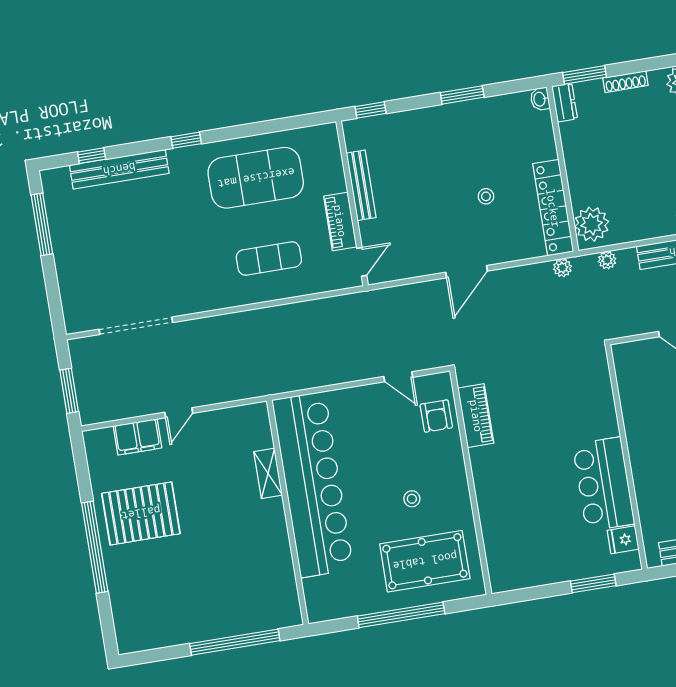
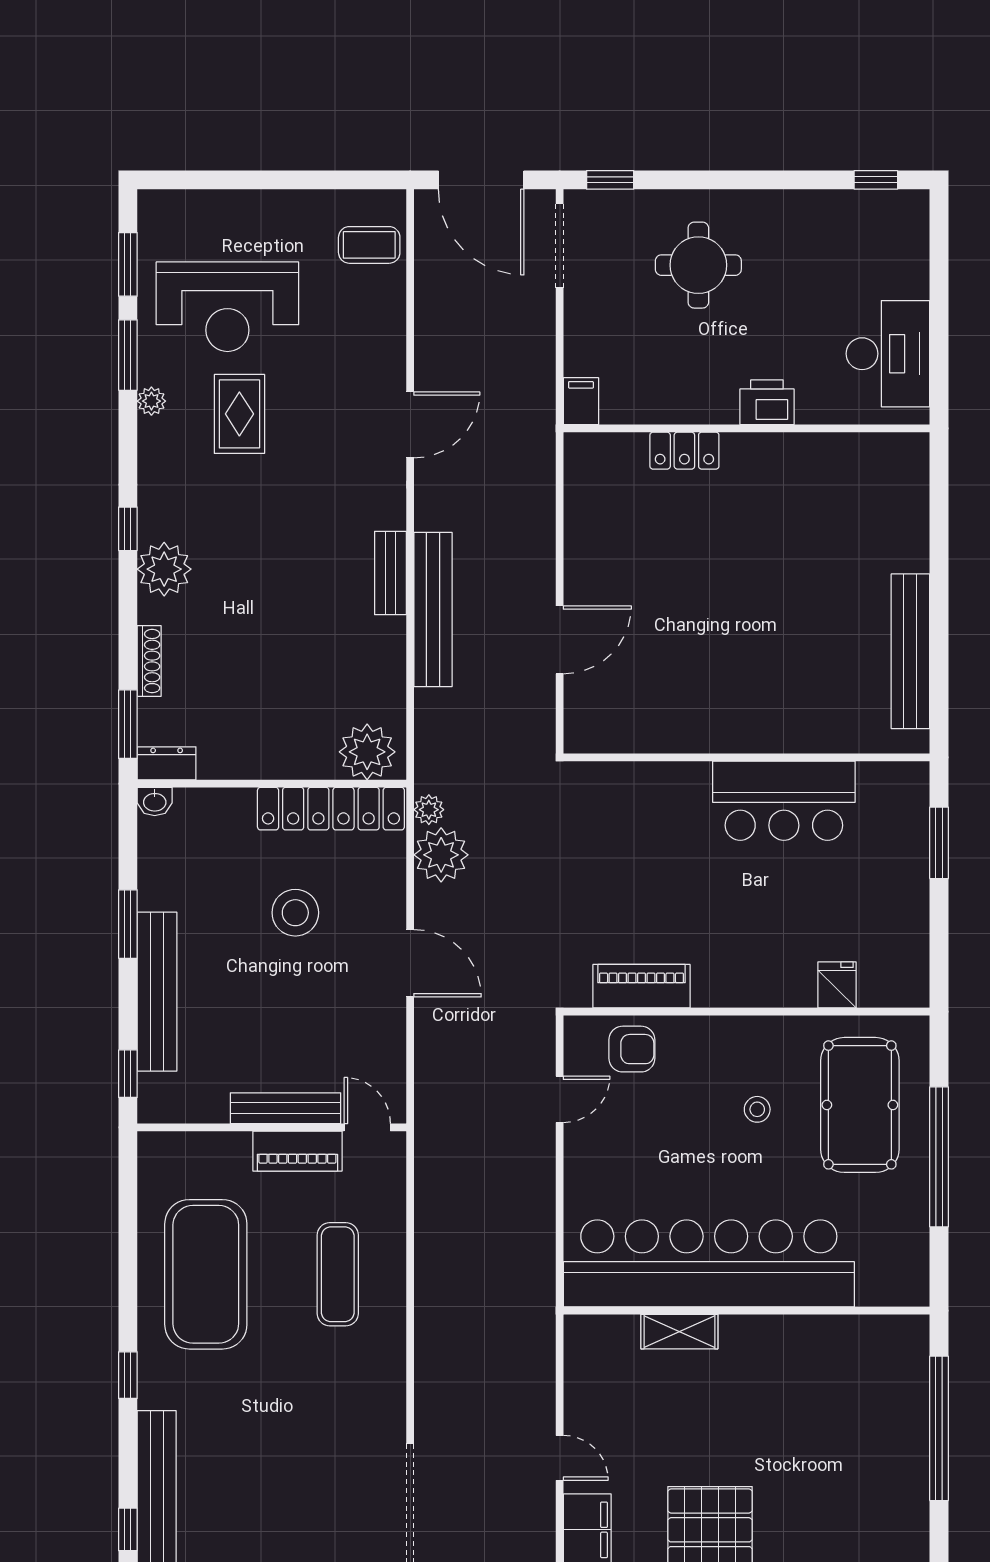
bench: (424, 120) -> (157, 992), added
bench: (361, 185) -> (286, 1108), moved
stool: (486, 196) -> (295, 913), width x1.89, depth x1.89
plant: (607, 260) -> (441, 855), moved, width x1.88, depth x1.88
fridge: (623, 540) -> (837, 985), moved, turned 180

